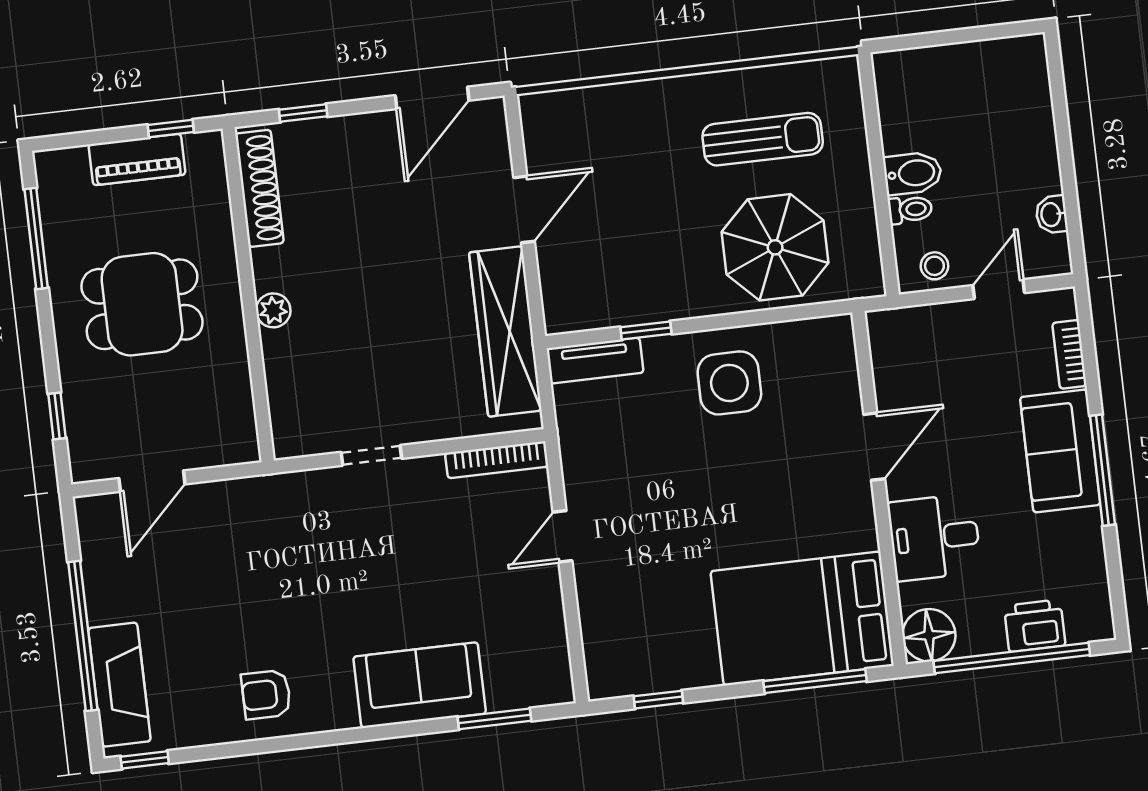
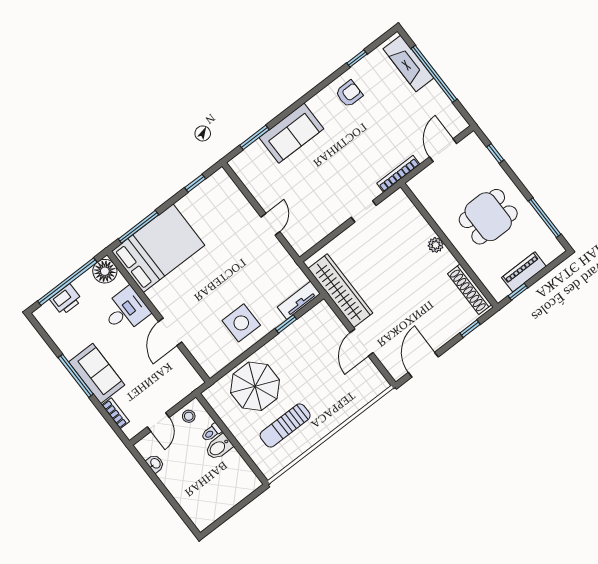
bookcase: (497, 460) -> (398, 174), moved
window: (145, 760) -> (357, 59), moved

